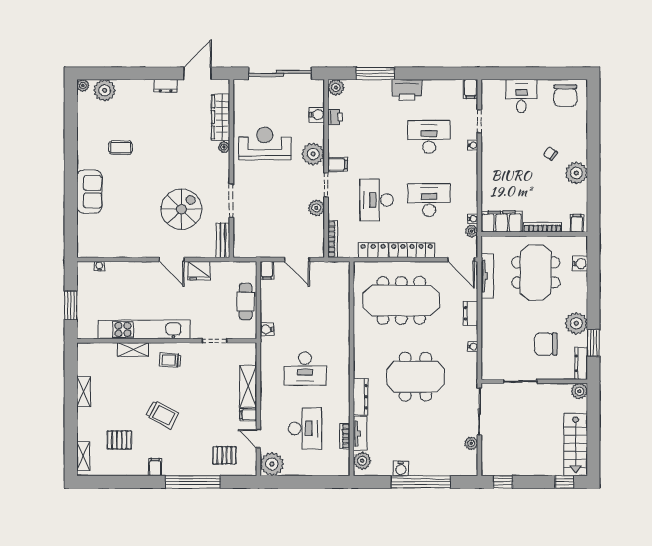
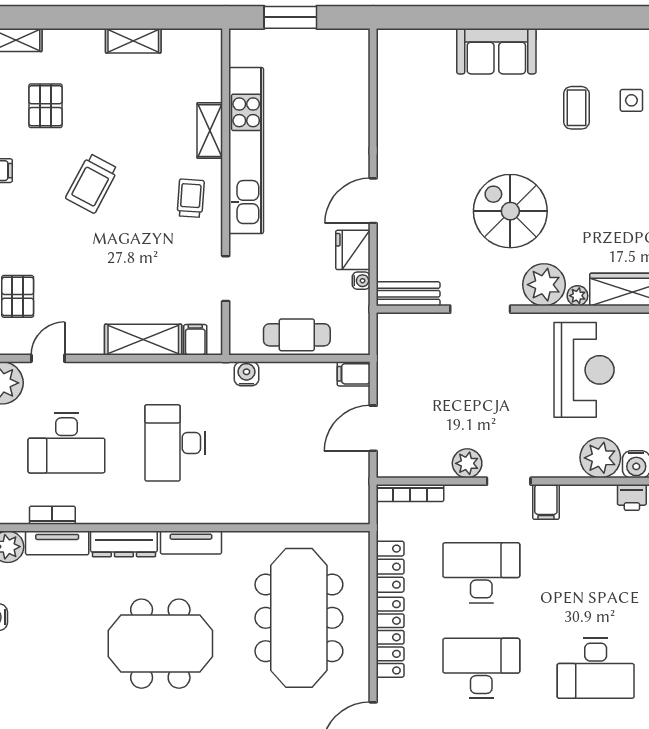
side table: (116, 117) -> (631, 100), added
desk: (429, 137) -> (596, 668), turned 90
plant: (313, 154) -> (600, 458), moved
plant: (218, 166) -> (544, 285), added
desk: (429, 200) -> (481, 668), turned -90
spiral stairs: (181, 209) -> (510, 211), moved, turned 180
water cooler: (99, 266) -> (361, 281), moved
tv unit: (360, 360) -> (191, 543), added
meeting table: (415, 377) -> (160, 644), turned 90
filing cabinet: (248, 415) -> (195, 340), moved

